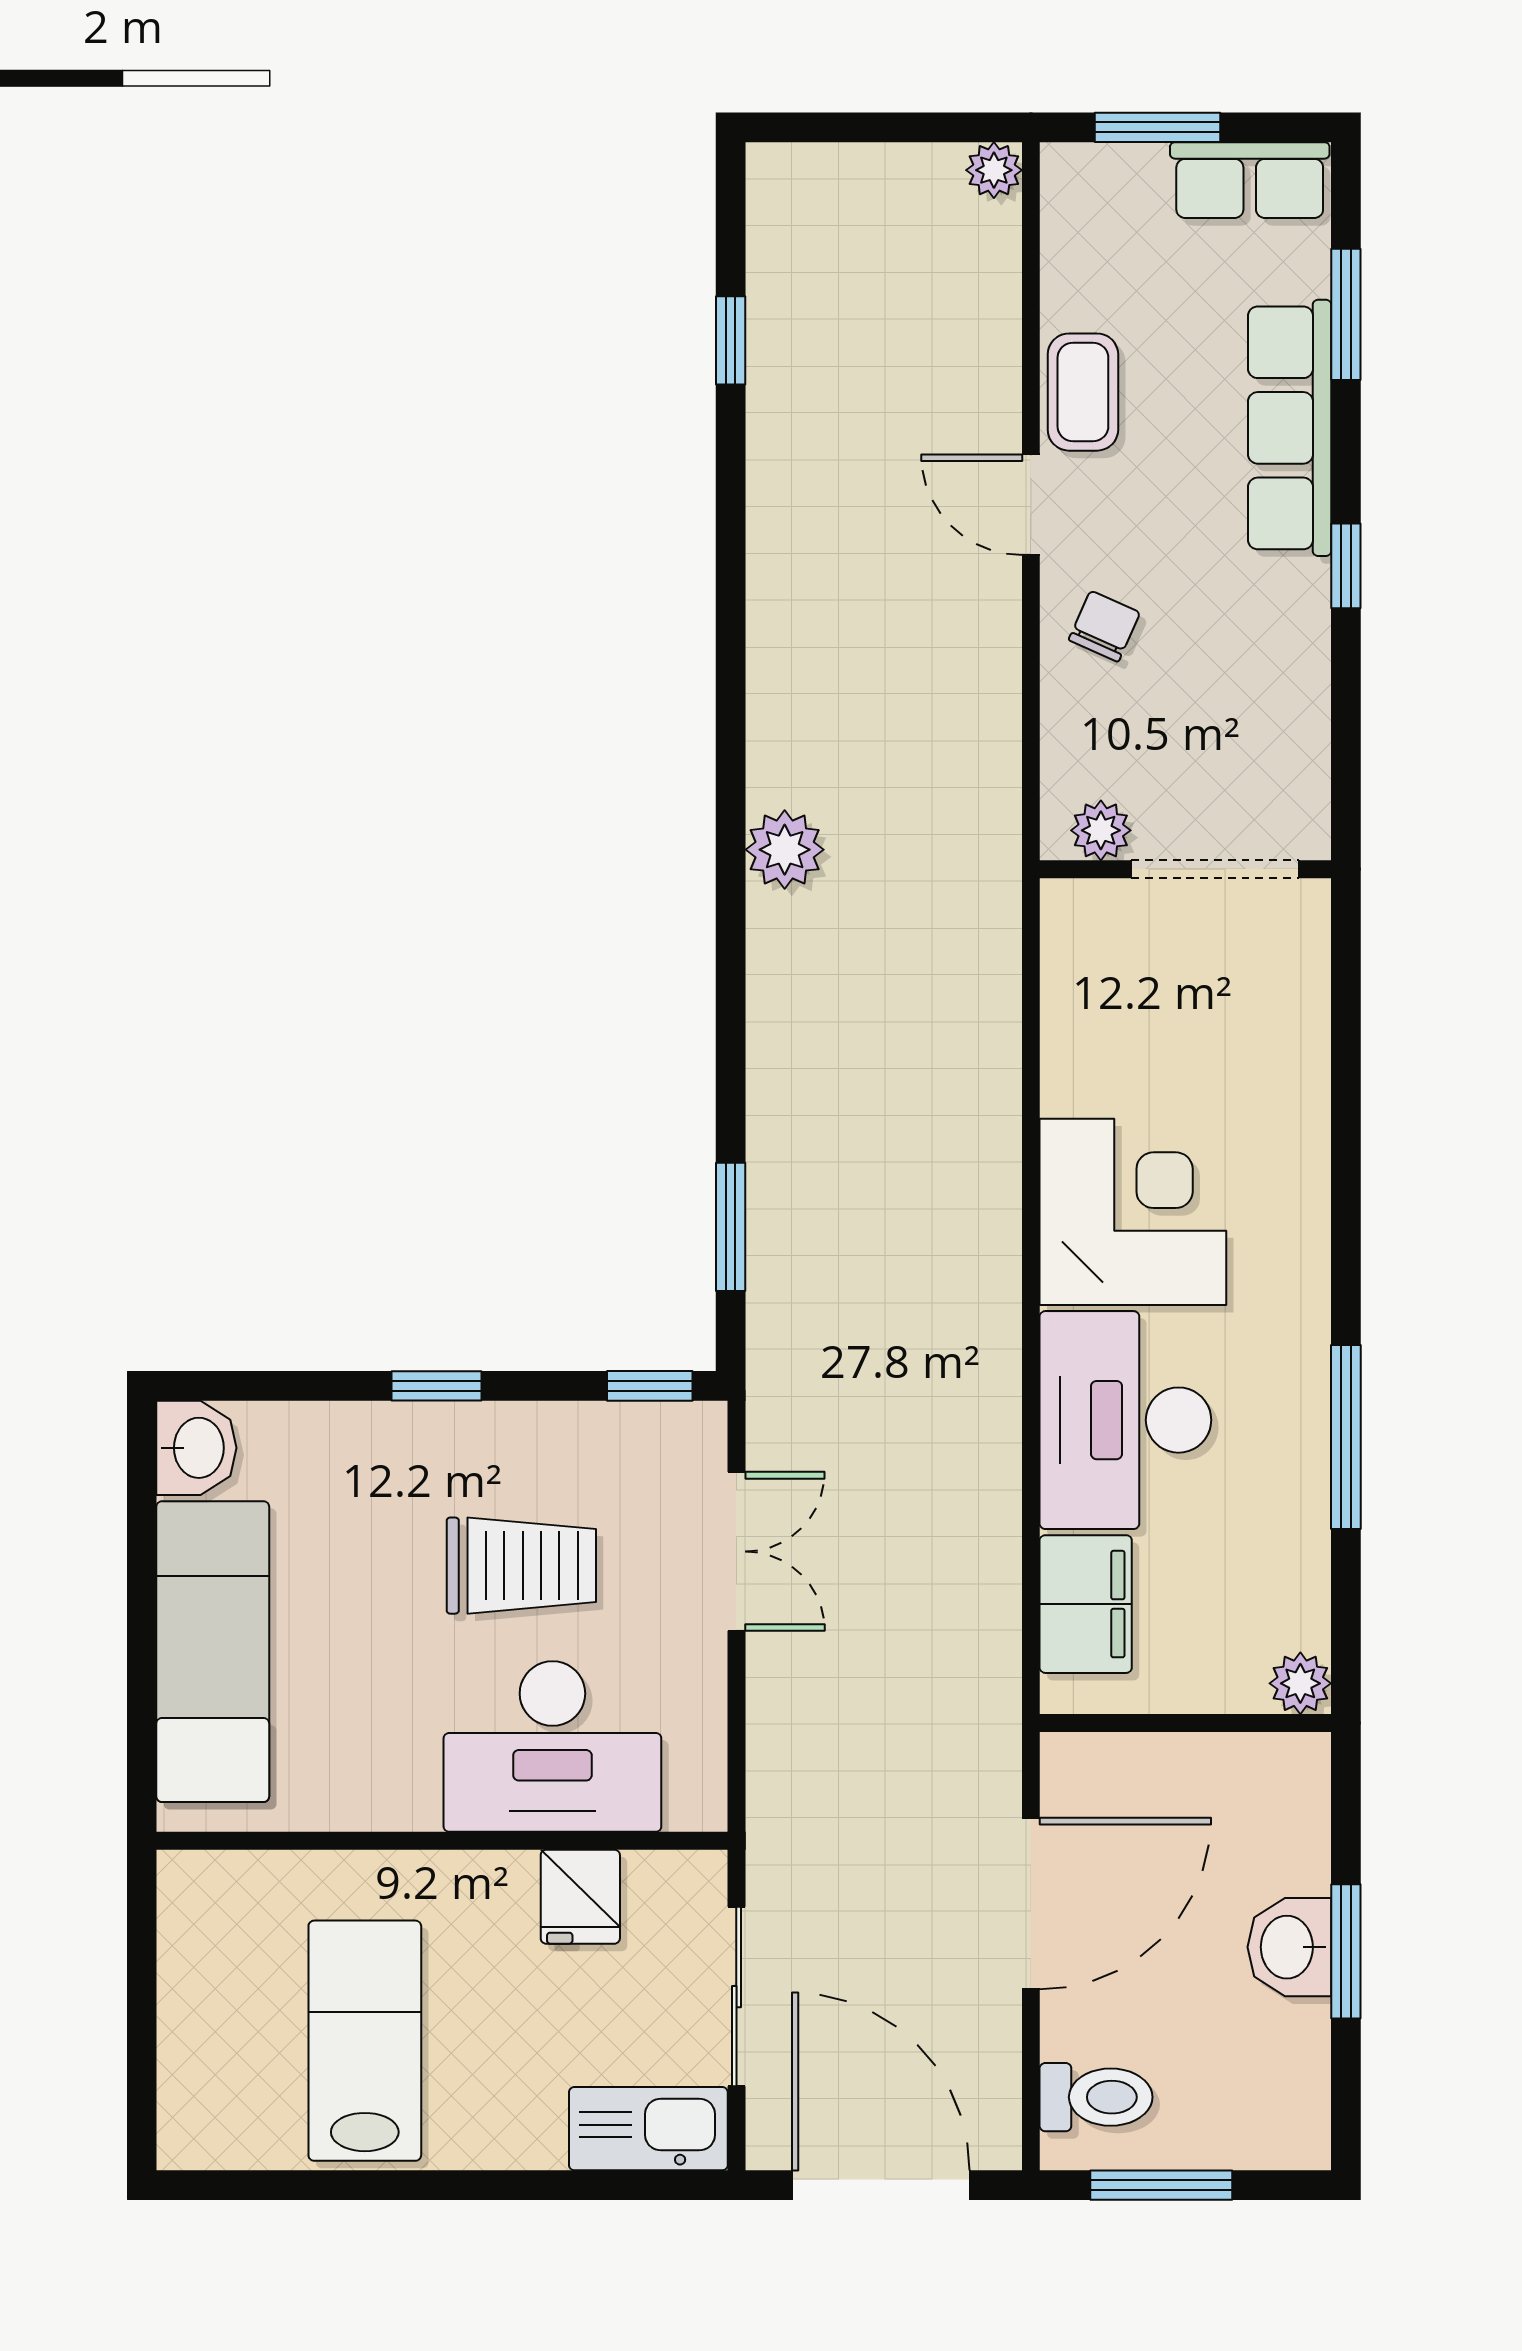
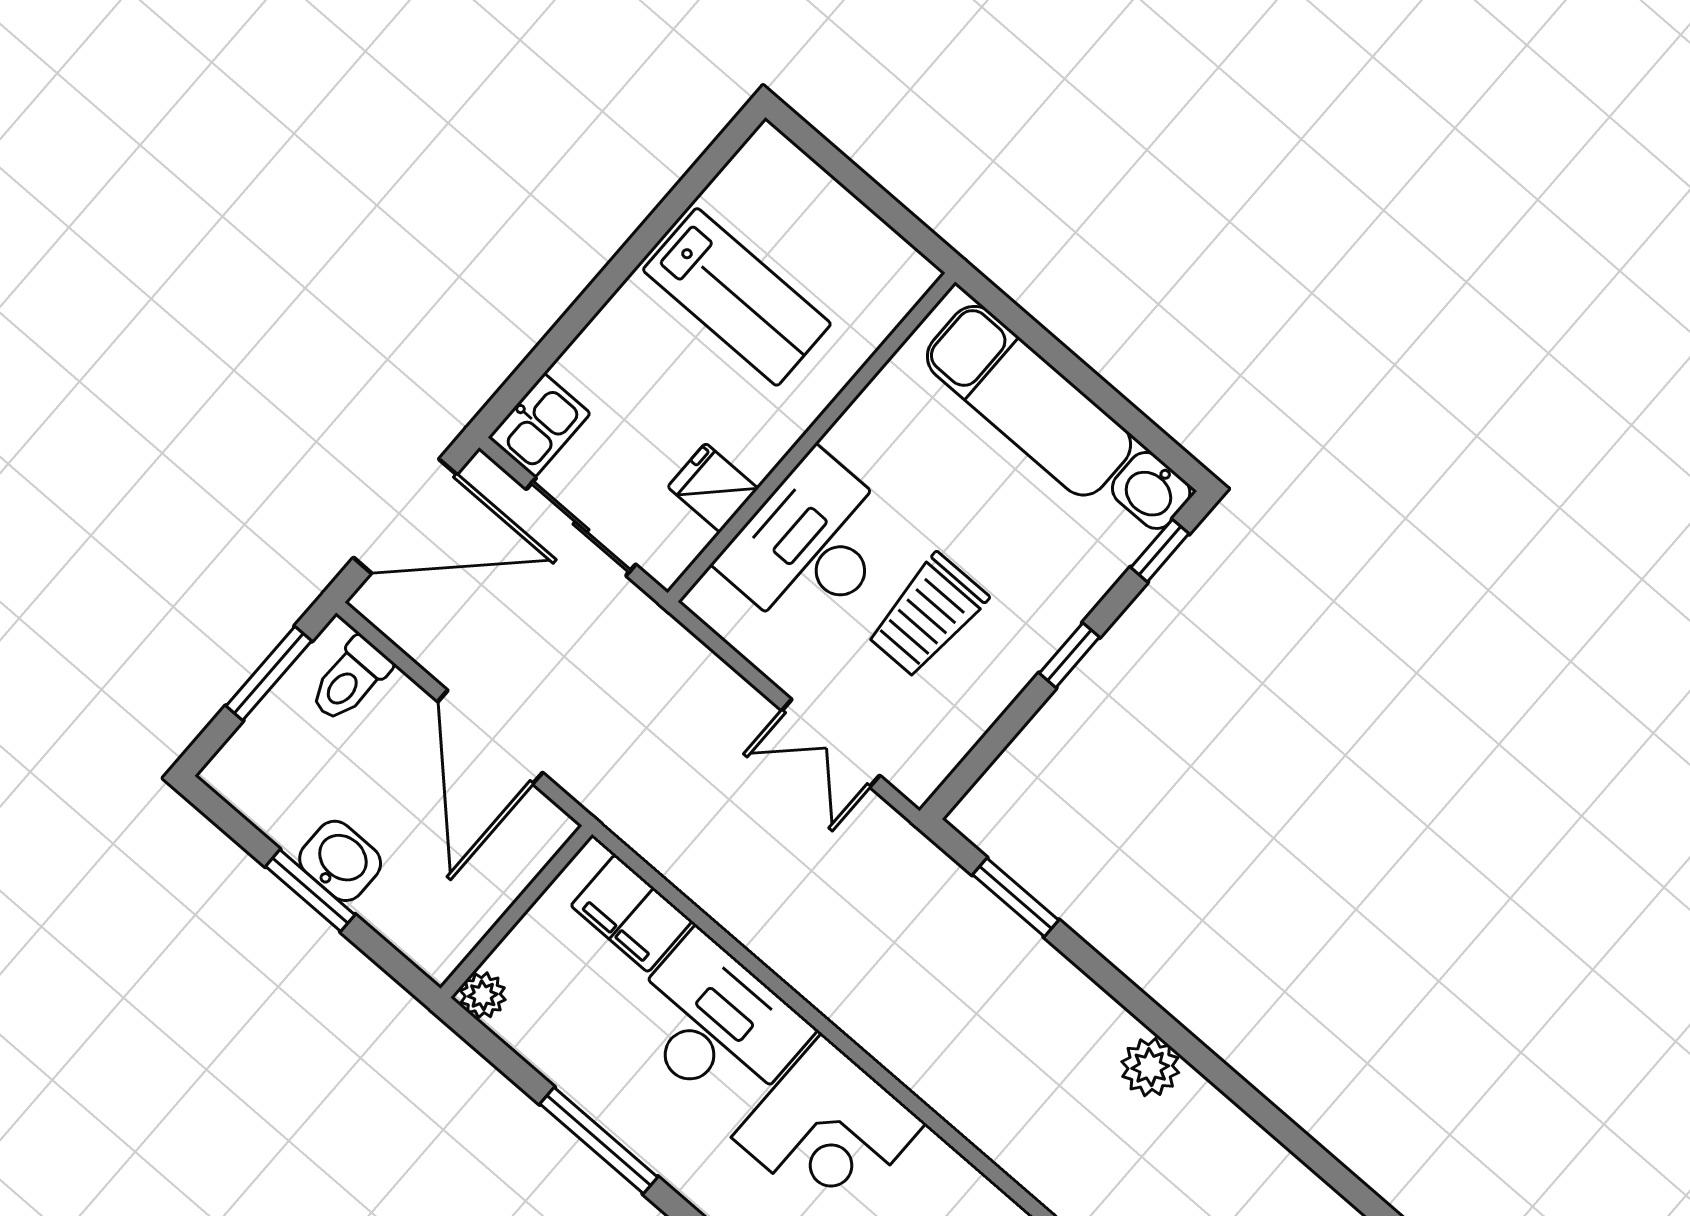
plant: (785, 850) -> (1150, 1067), moved
window: (650, 1386) -> (1160, 551), moved
kitchen sink: (648, 2129) -> (539, 425), width x0.73

